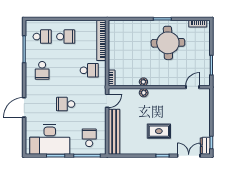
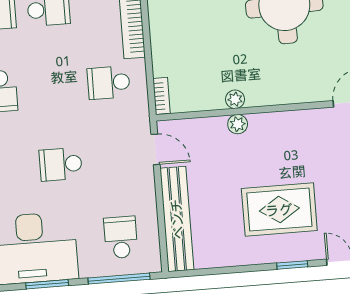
school desk: (89, 70) -> (109, 83), turned 180
door: (107, 101) -> (155, 149), hinge flipped
rug: (159, 131) -> (279, 210), width x1.36, depth x1.43

